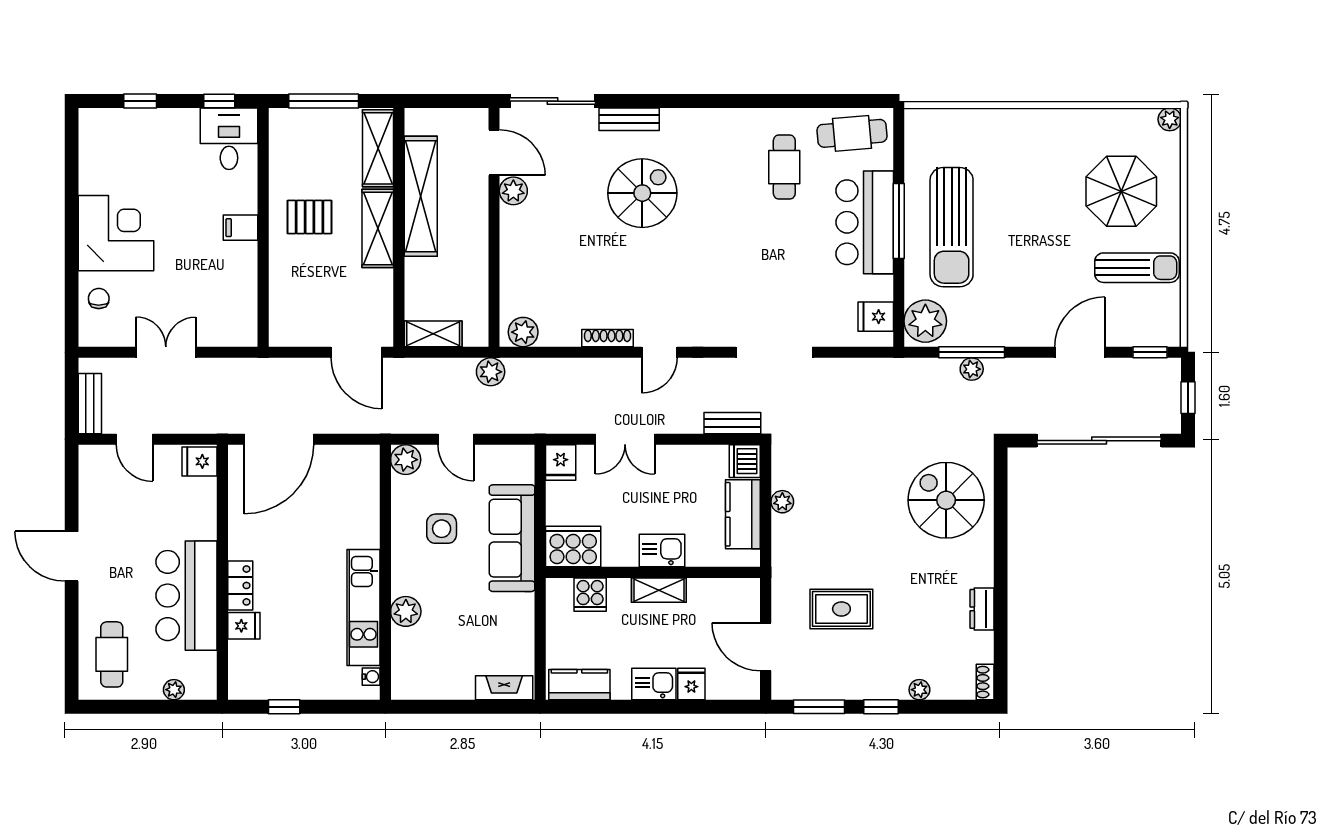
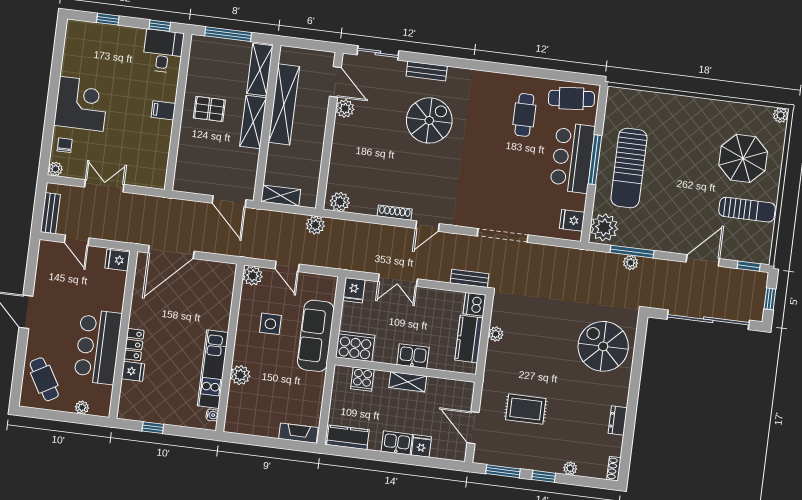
sliding door: (553, 101) -> (378, 53), width x0.73
plant: (89, 336) -> (55, 169), added
cafe table: (112, 654) -> (44, 379), turned -30

